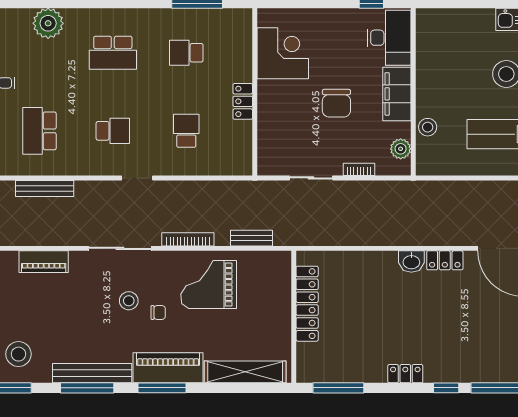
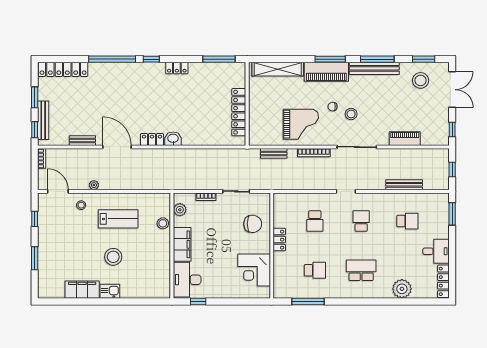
chair: (336, 103) -> (253, 224), moved, turned 90
school desk: (39, 131) -> (407, 221), width x0.54
school desk: (113, 131) -> (361, 221), turned 90

